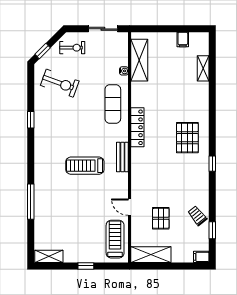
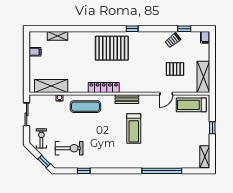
exercise bike: (60, 83) -> (69, 148), turned 70
window: (31, 120) -> (84, 171), moved
pallet: (187, 138) -> (112, 48), width x1.37, depth x1.41
window: (31, 202) -> (162, 171), width x1.46

